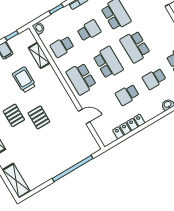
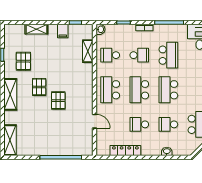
school desk: (108, 63) -> (139, 90), turned 180
trolley: (24, 80) -> (64, 63), removed

